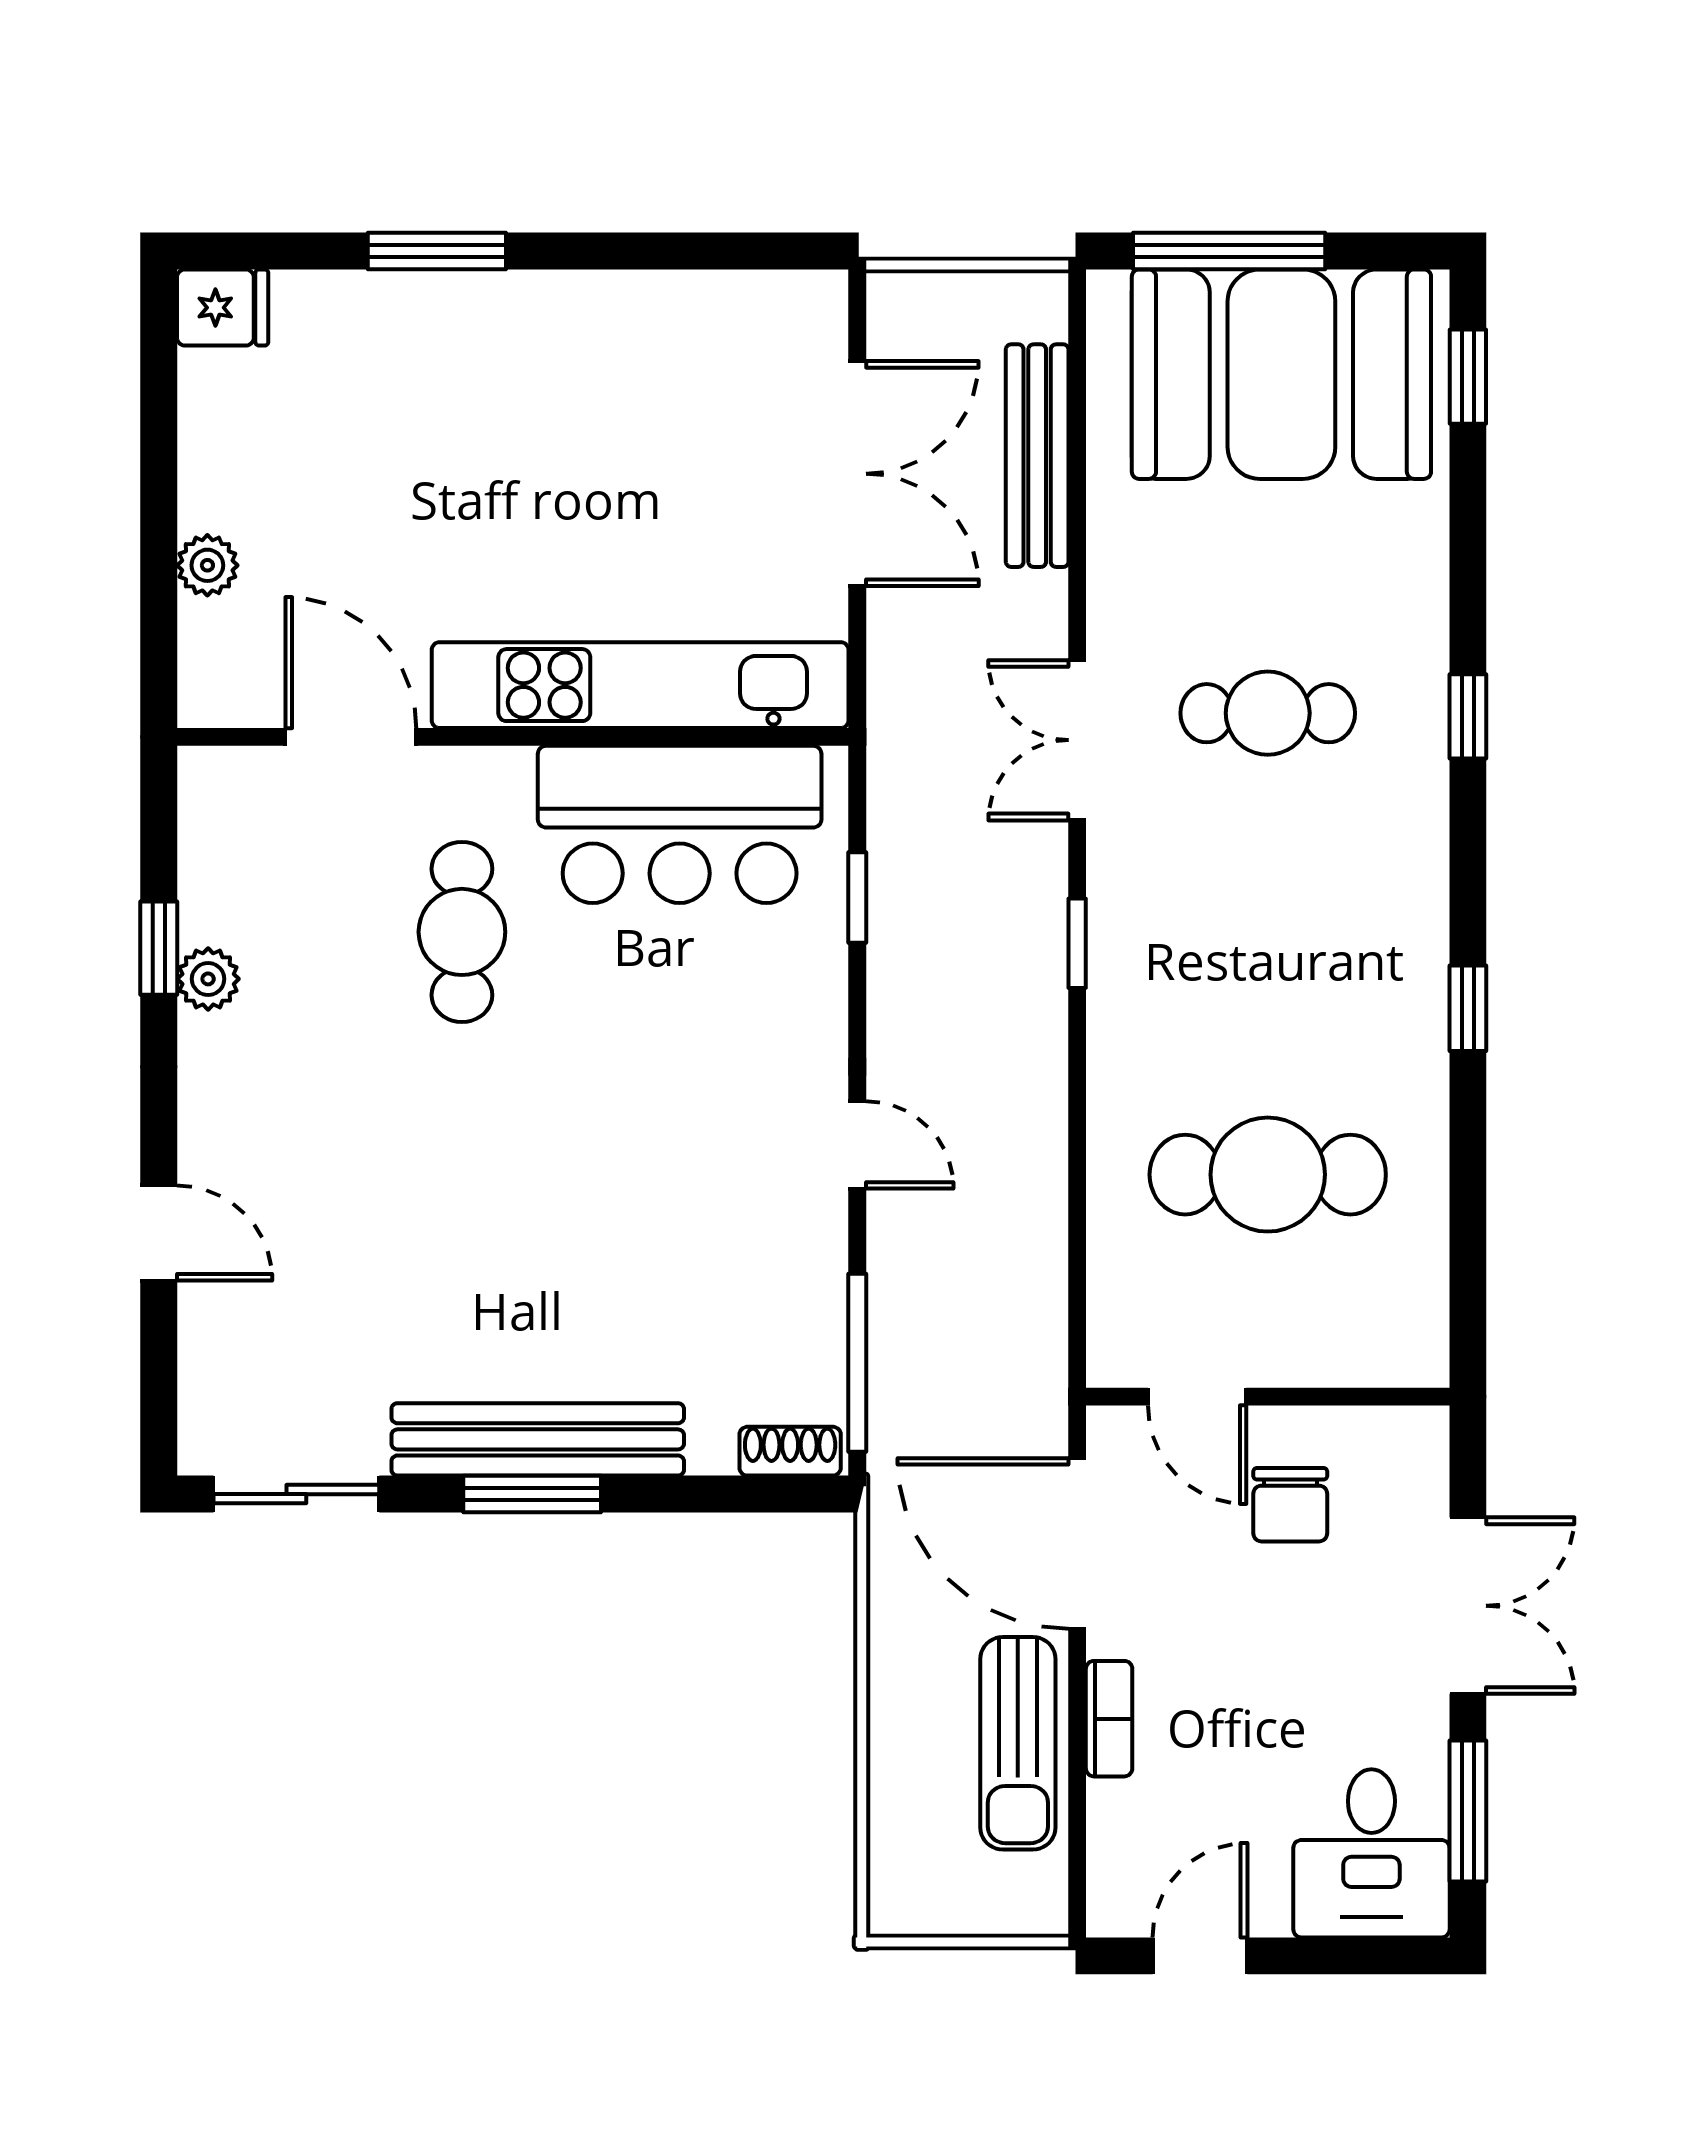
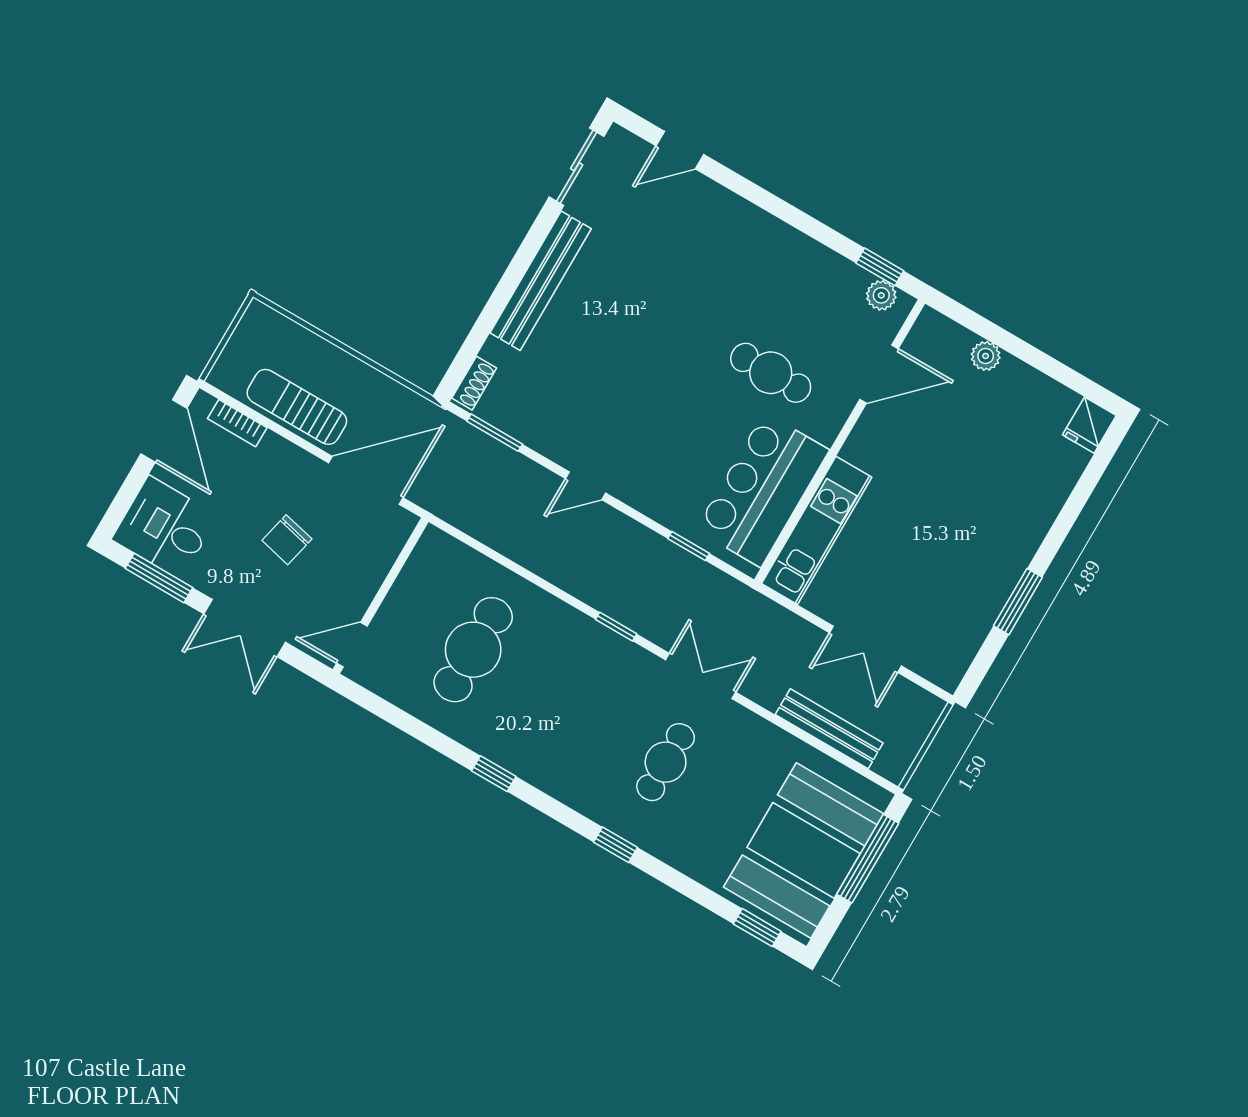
window: (437, 251) -> (1018, 602), moved
double door: (857, 474) -> (866, 649), width x0.73
kitchen unit: (640, 685) -> (817, 530), width x0.73
window: (159, 948) -> (880, 267), moved
plant: (208, 979) -> (881, 295), moved
door: (159, 1233) -> (680, 150), moved
window: (857, 1363) -> (495, 433), width x0.69
door: (1197, 1397) -> (352, 645), moved
window: (532, 1494) -> (519, 265), removed
chair: (1290, 1505) -> (287, 540), moved, turned -77
bookcase: (1109, 1719) -> (237, 423), moved
door: (1200, 1956) -> (164, 431), width x1.38

